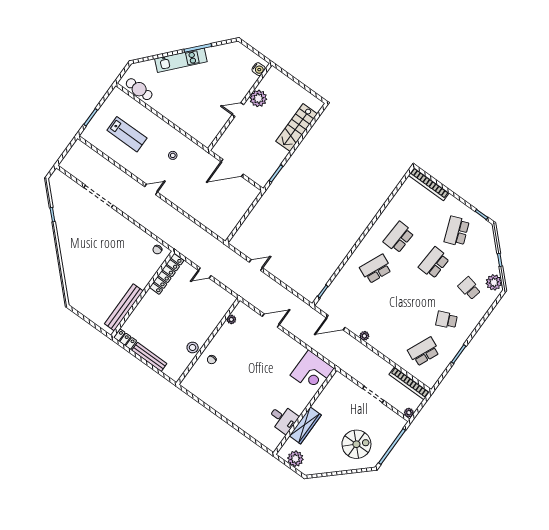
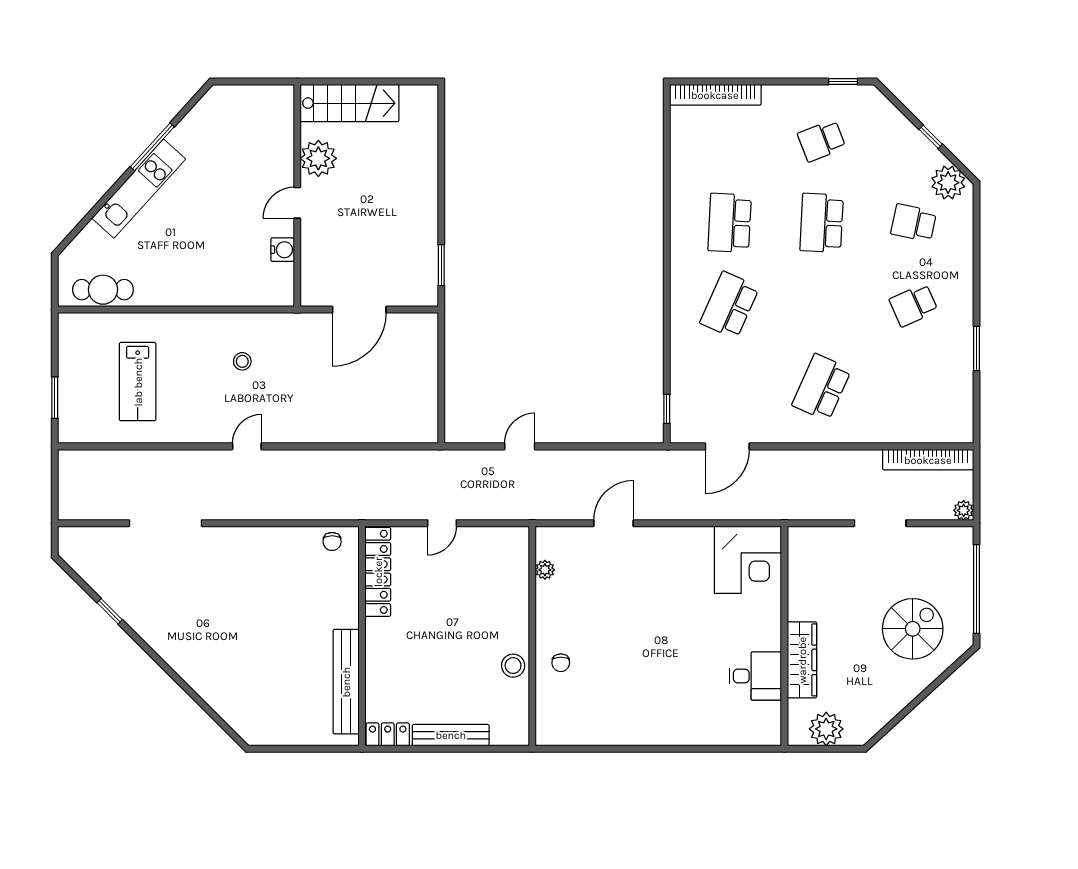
water cooler: (259, 69) -> (283, 250), moved
stairs: (297, 127) -> (349, 103), moved, turned -90
lab bench: (127, 134) -> (138, 382), turned 90
school desk: (457, 231) -> (822, 141), width x0.54
plant: (364, 336) -> (793, 434), removed
school desk: (424, 352) -> (822, 387), moved

